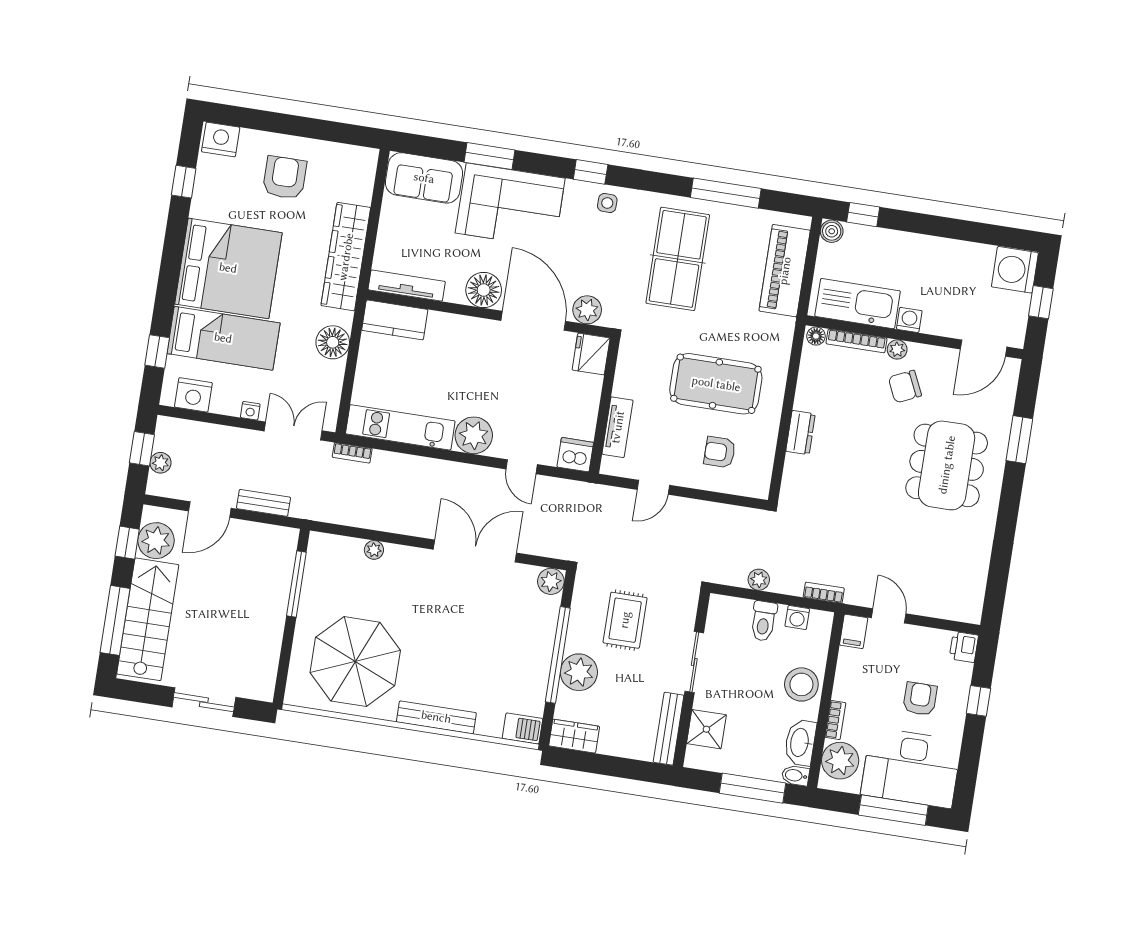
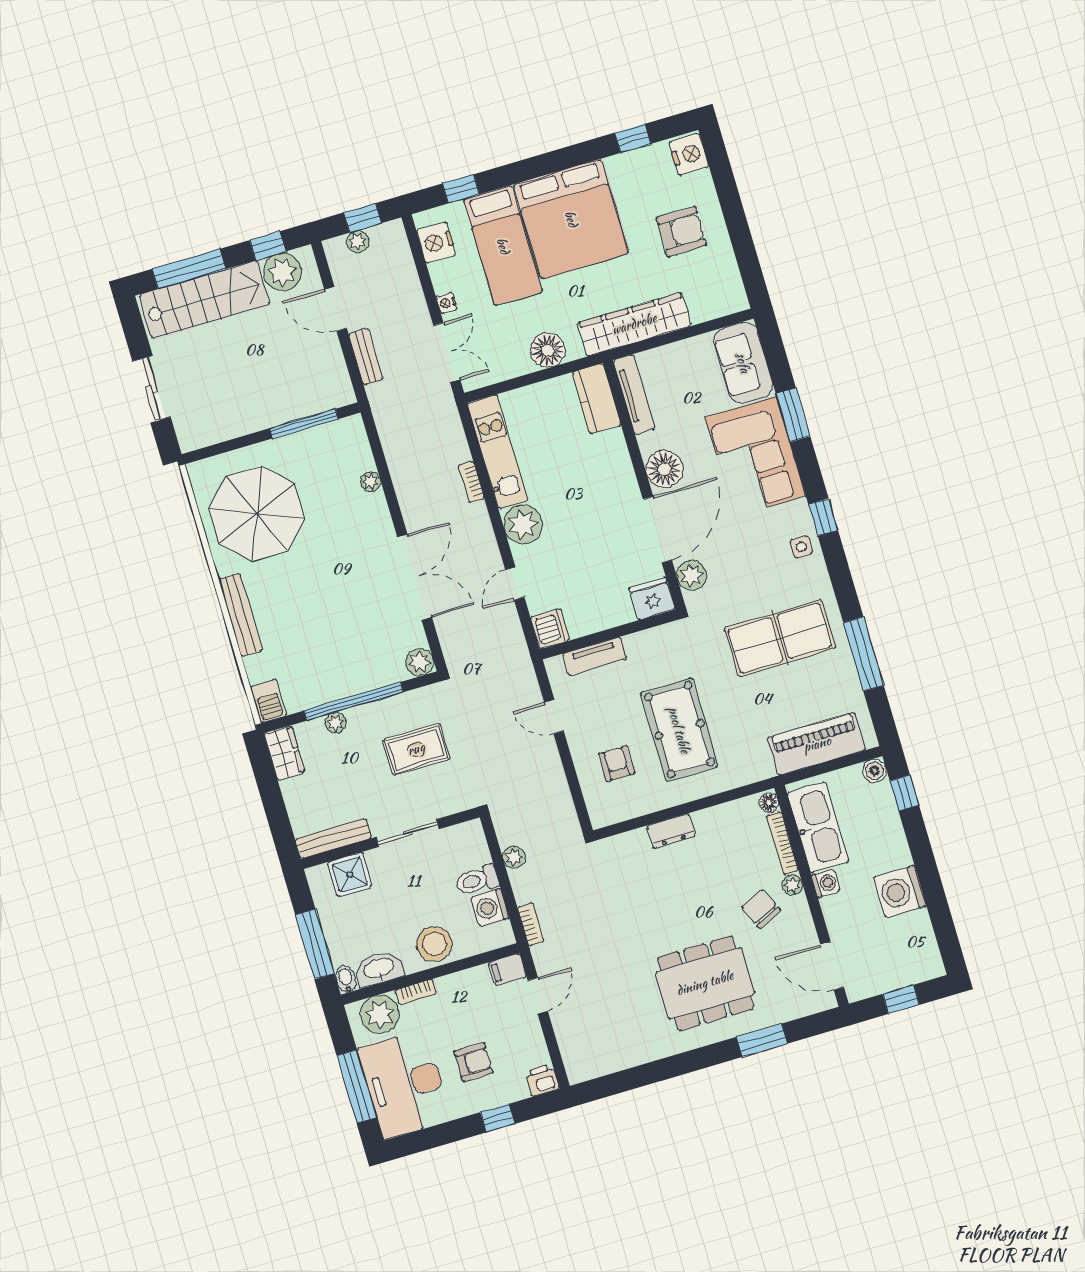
washing machine: (1015, 270) -> (900, 892), moved, turned -90
bookcase: (352, 453) -> (471, 482), moved
washing machine: (797, 618) -> (490, 907), width x1.38, depth x1.38
plant: (579, 672) -> (336, 723), width x0.53, depth x0.53

